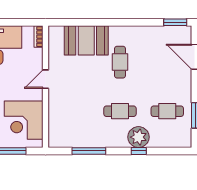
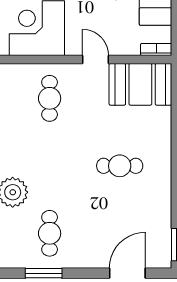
booth: (86, 40) -> (140, 84), moved, turned 90
cafe table: (120, 111) -> (50, 98), moved

